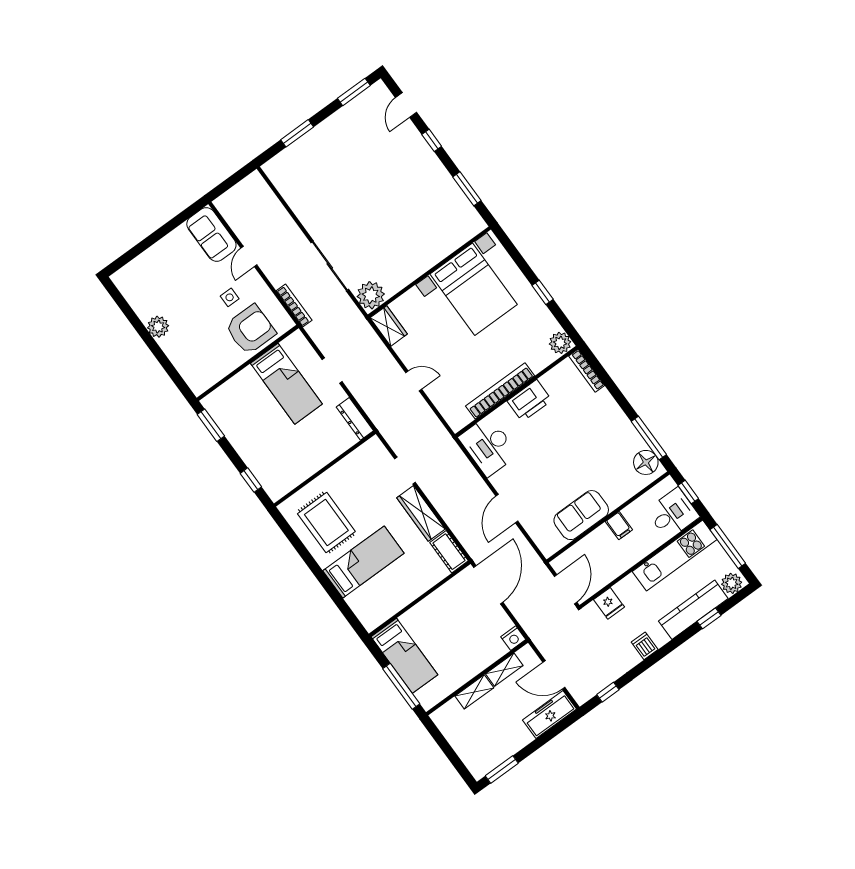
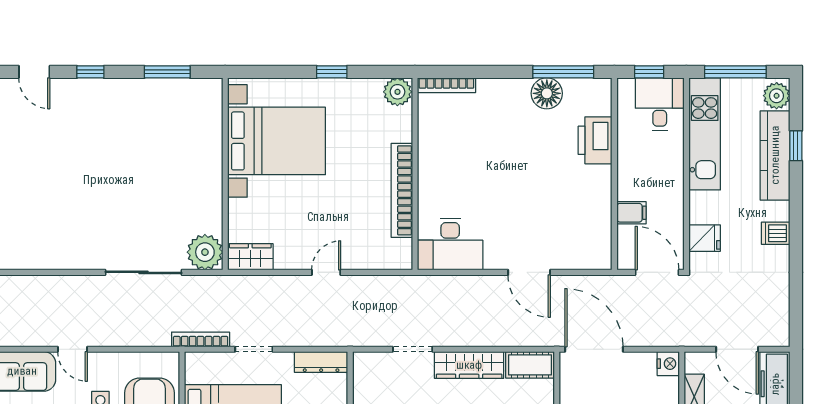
bookcase: (294, 306) -> (201, 339), moved
printer: (530, 401) -> (595, 140), moved, turned 180
floor lamp: (646, 462) -> (547, 93), moved
sofa: (581, 515) -> (592, 200), removed
filing cabinet: (619, 526) -> (632, 213), moved
door: (554, 675) -> (737, 349), hinge flipped
window: (608, 692) -> (796, 306), removed

